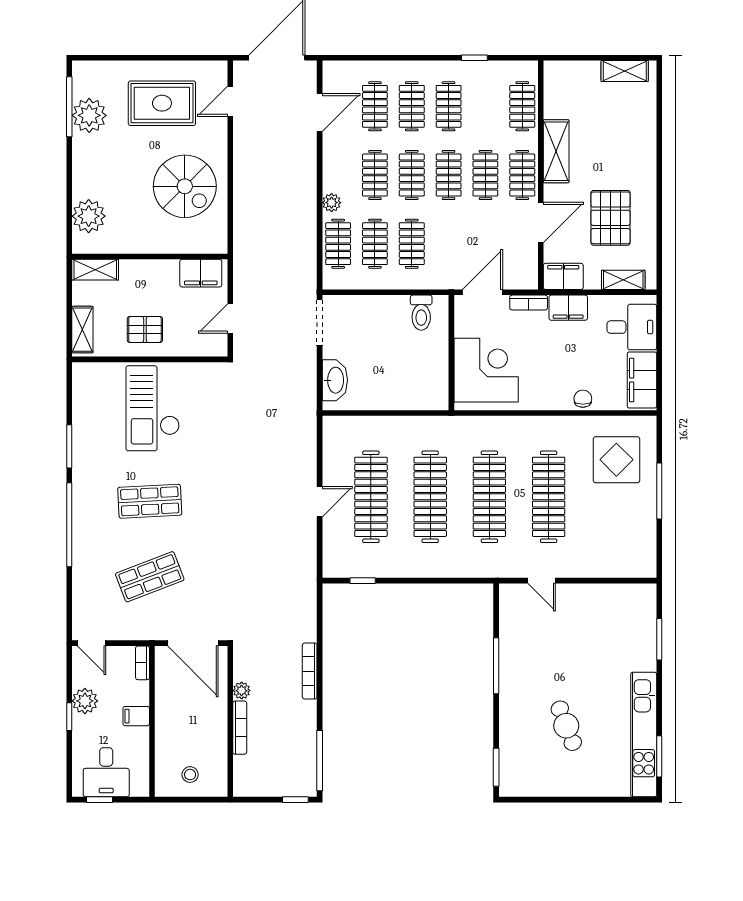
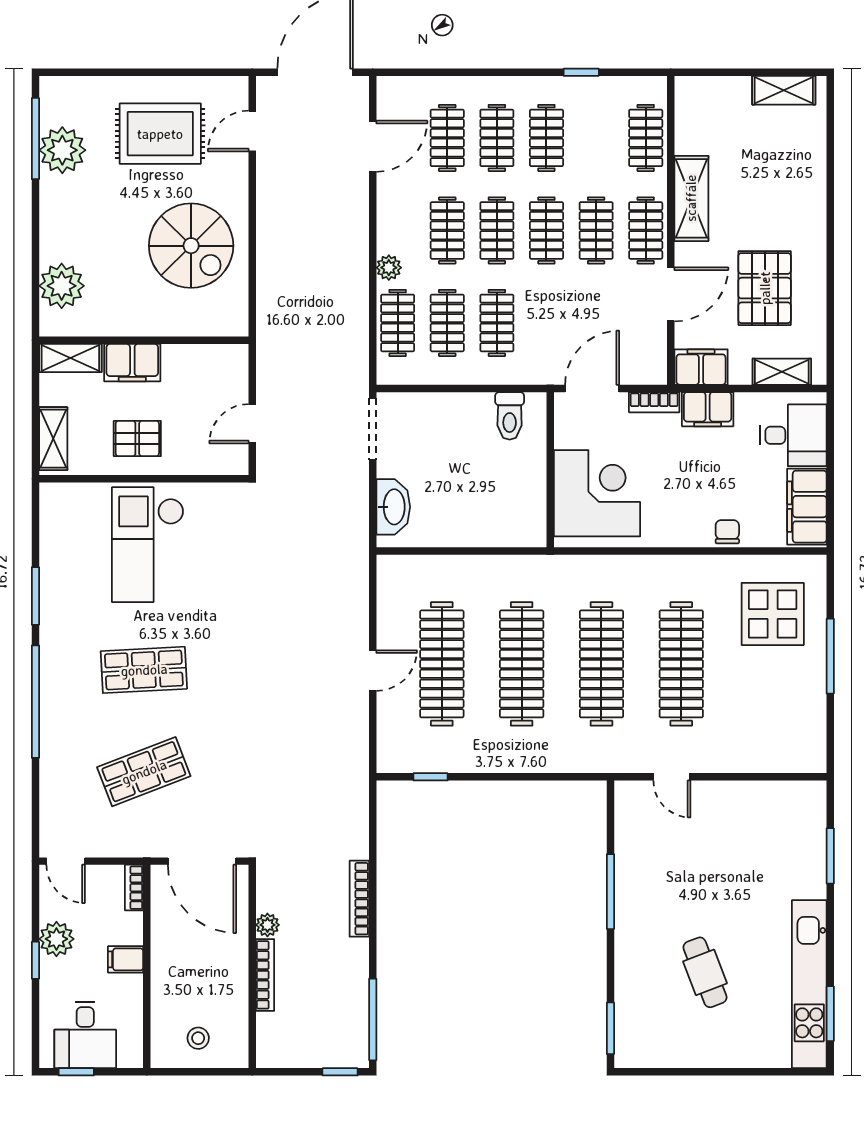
filing cabinet: (201, 273) -> (132, 363), moved

